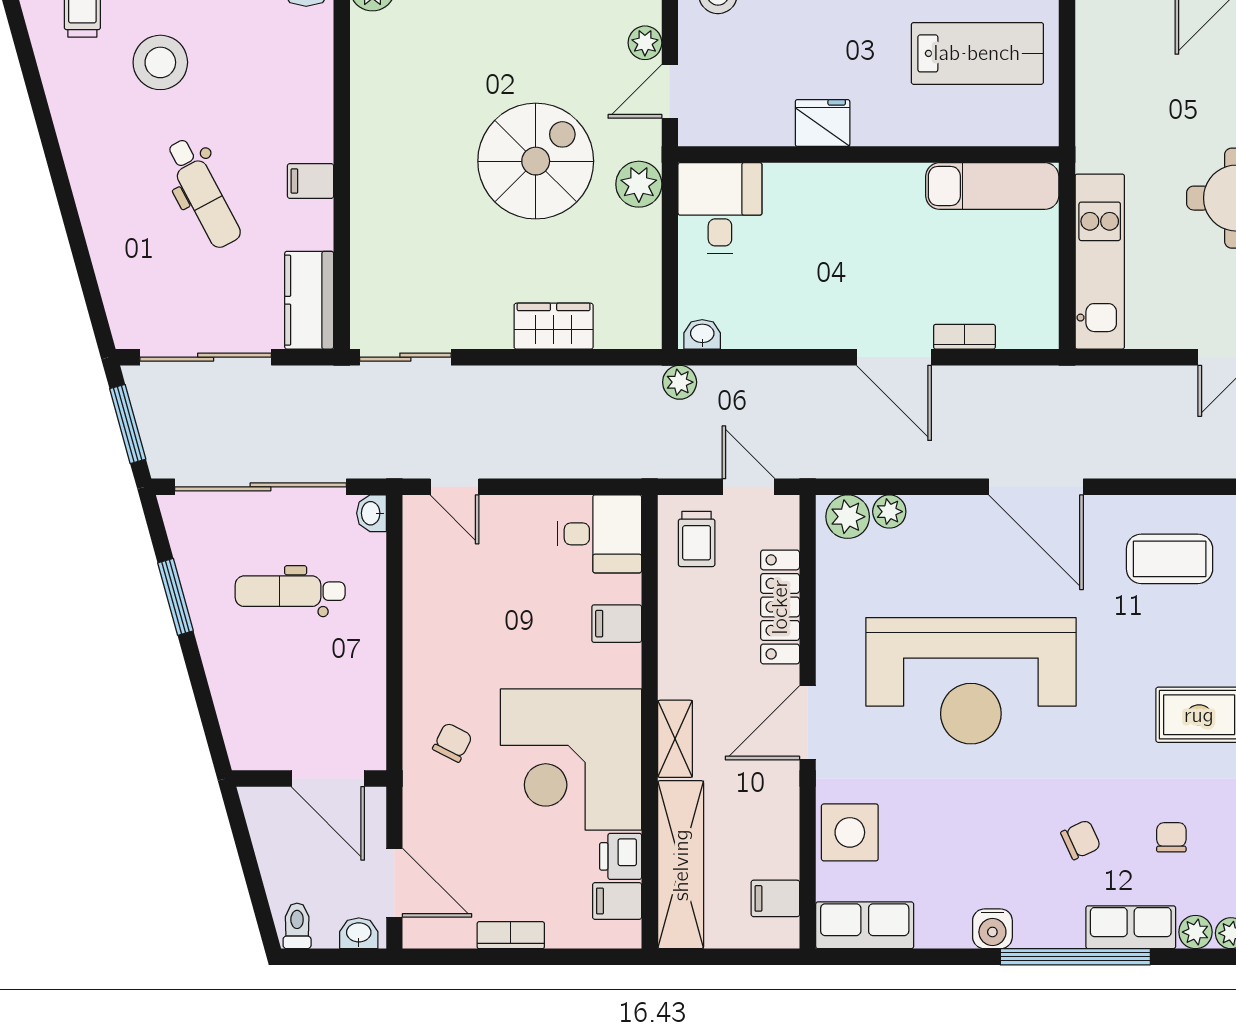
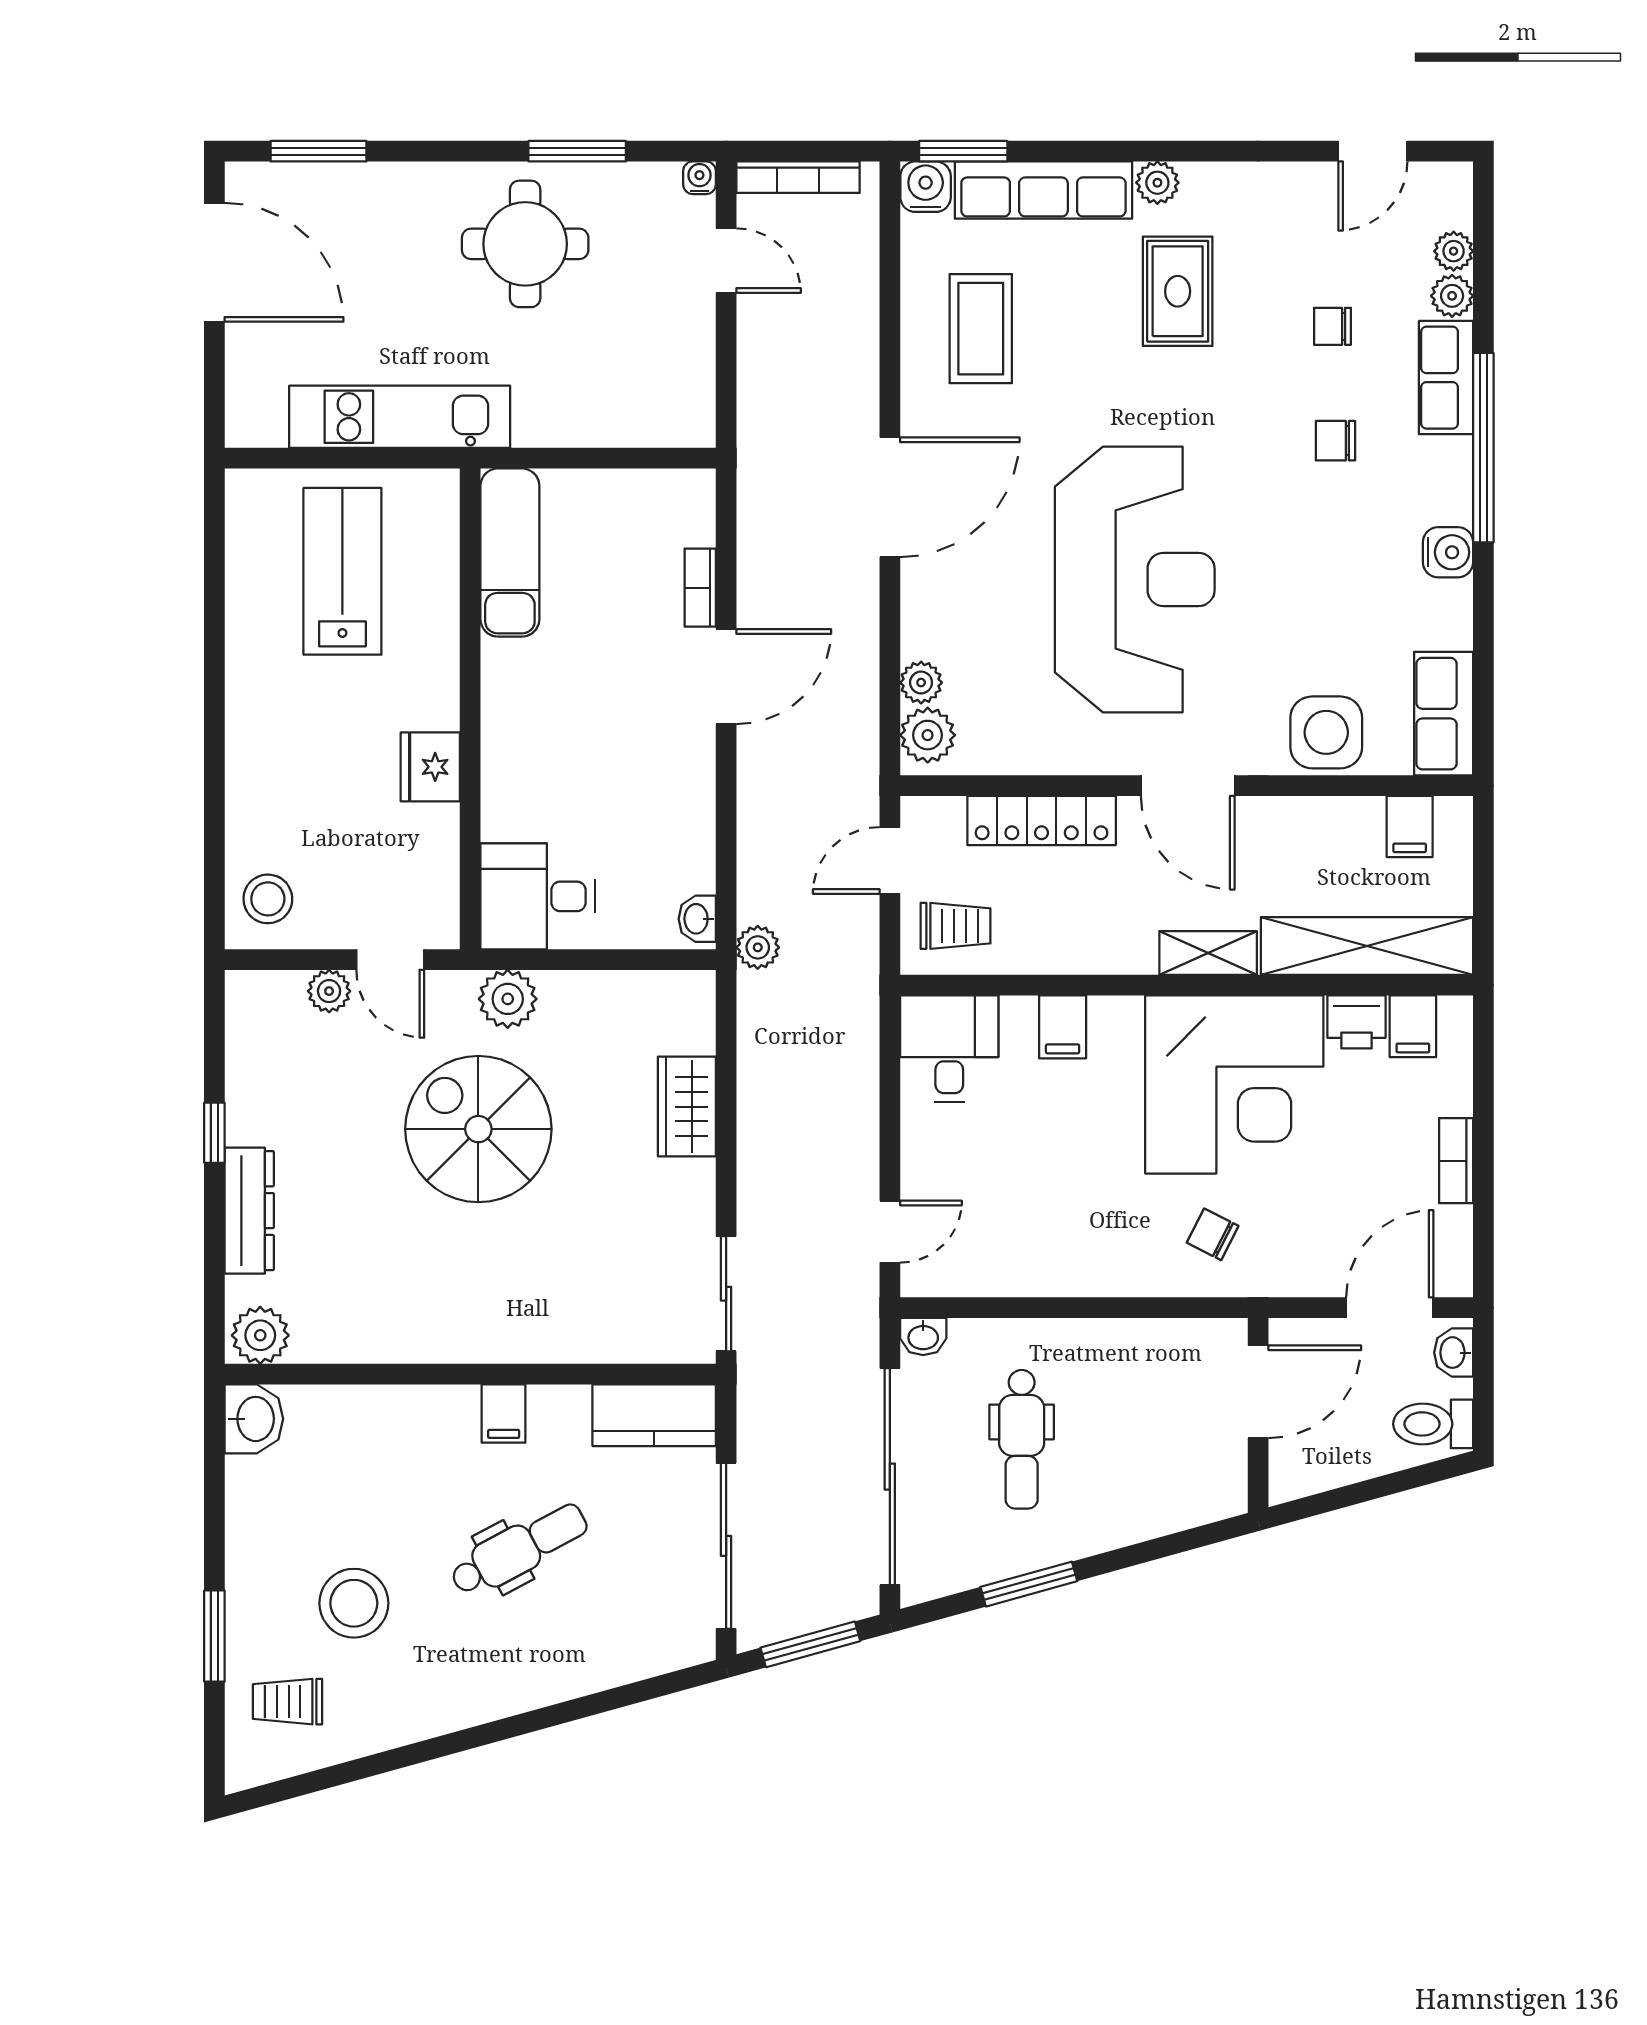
kitchen unit: (1100, 262) -> (400, 417), moved
chair: (1081, 840) -> (1336, 441), turned -65
toilet: (297, 926) -> (1433, 1424), width x1.37, depth x1.39

